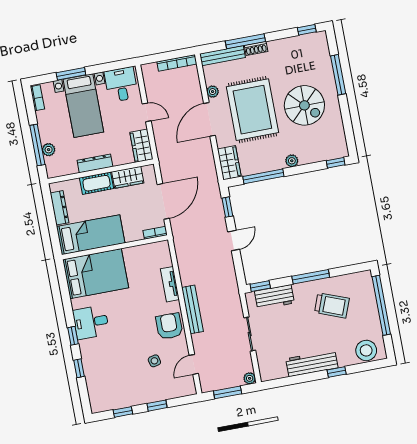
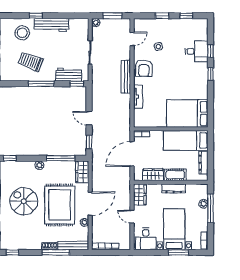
door: (234, 240) -> (89, 118), hinge flipped
desk: (91, 322) -> (197, 51), moved
stool: (366, 350) -> (22, 33), moved

